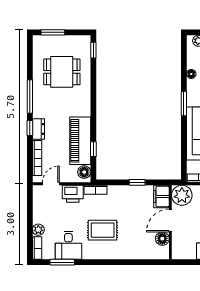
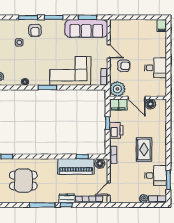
dining table: (62, 72) -> (23, 181), turned 90
door: (51, 184) -> (109, 189), hinge flipped
printer: (73, 194) -> (116, 130), moved

